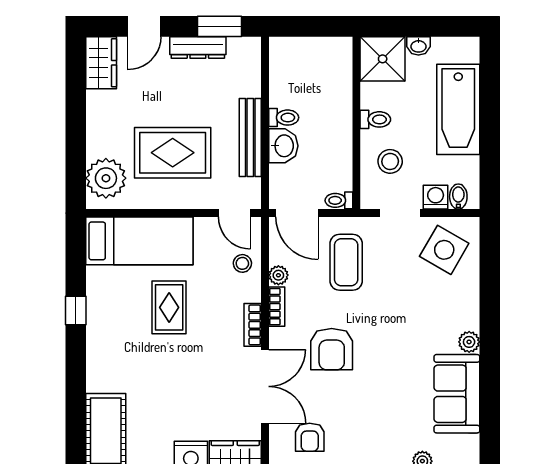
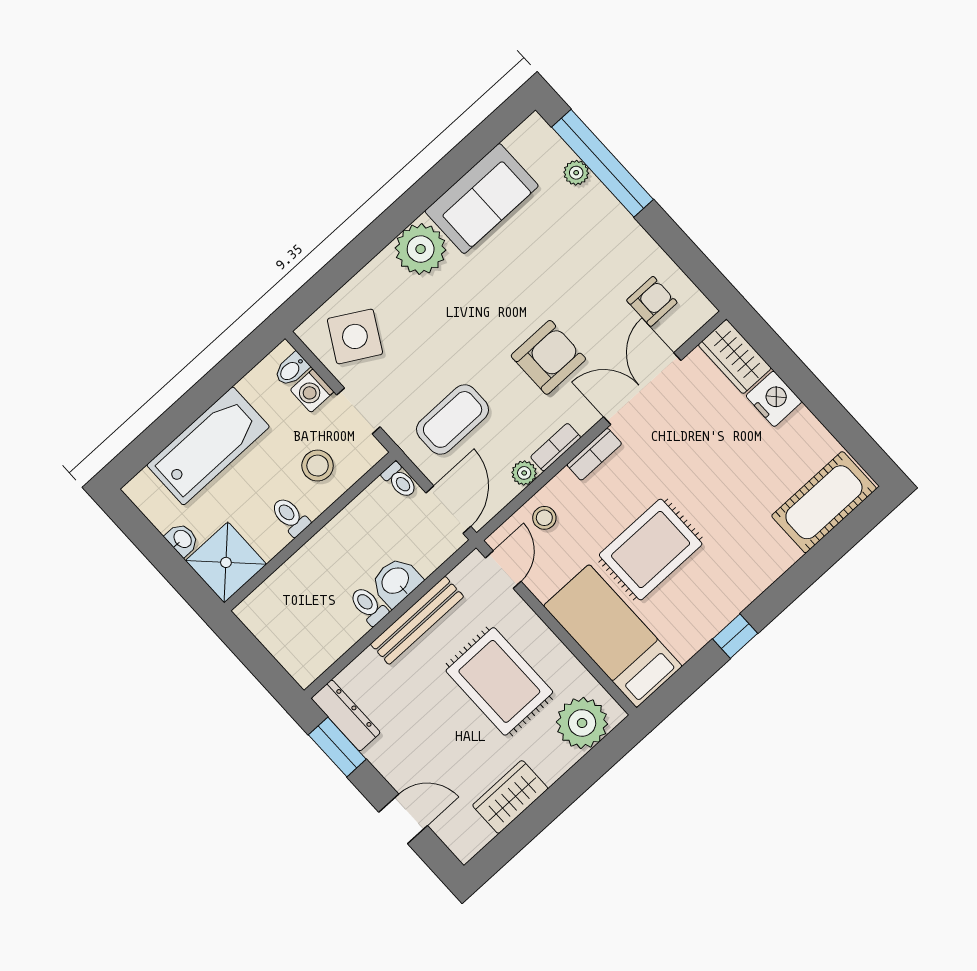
dresser: (198, 48) -> (346, 715), moved
wardrobe: (101, 63) -> (510, 797), moved
rug: (169, 307) -> (651, 550), width x1.36, depth x1.43
plant: (469, 342) -> (421, 249), width x1.88, depth x1.88

